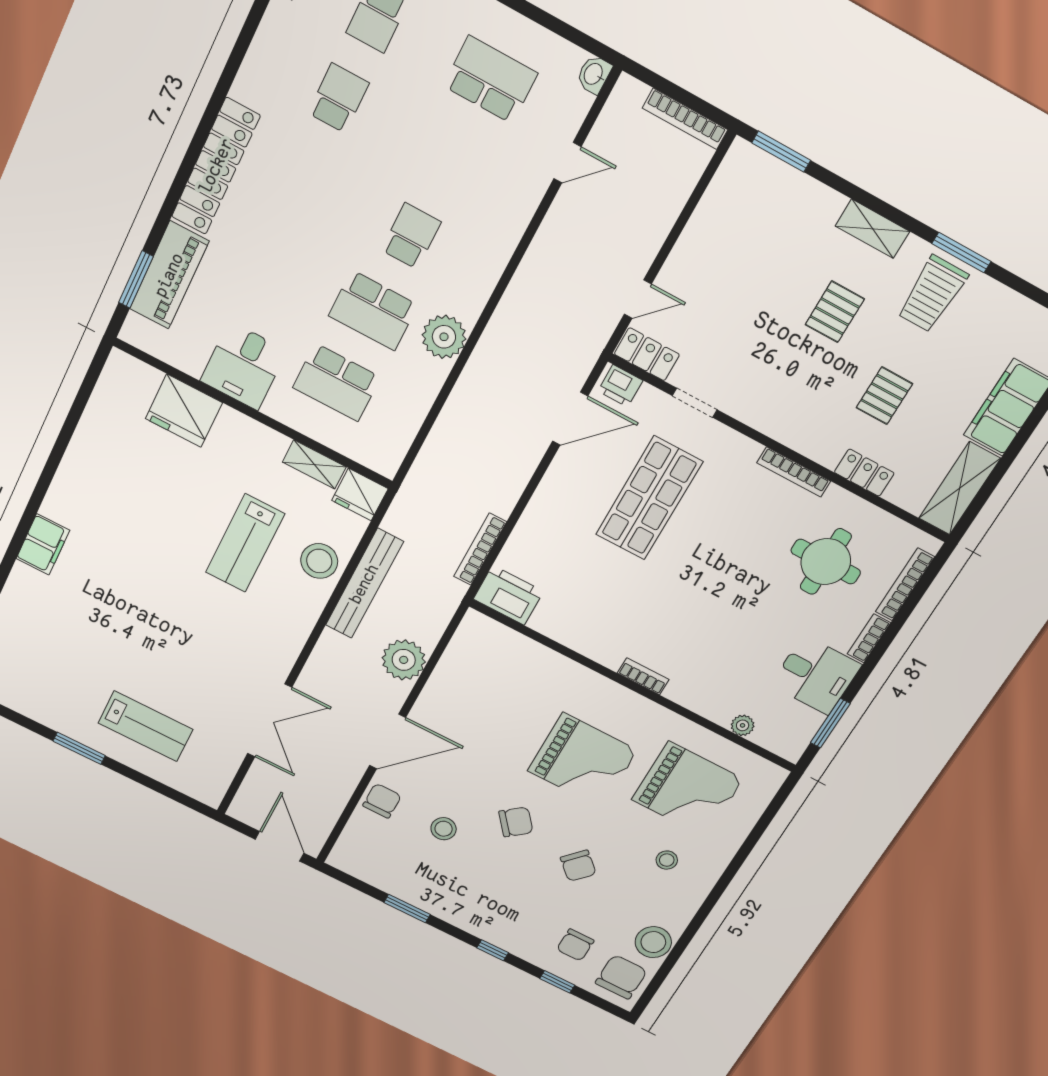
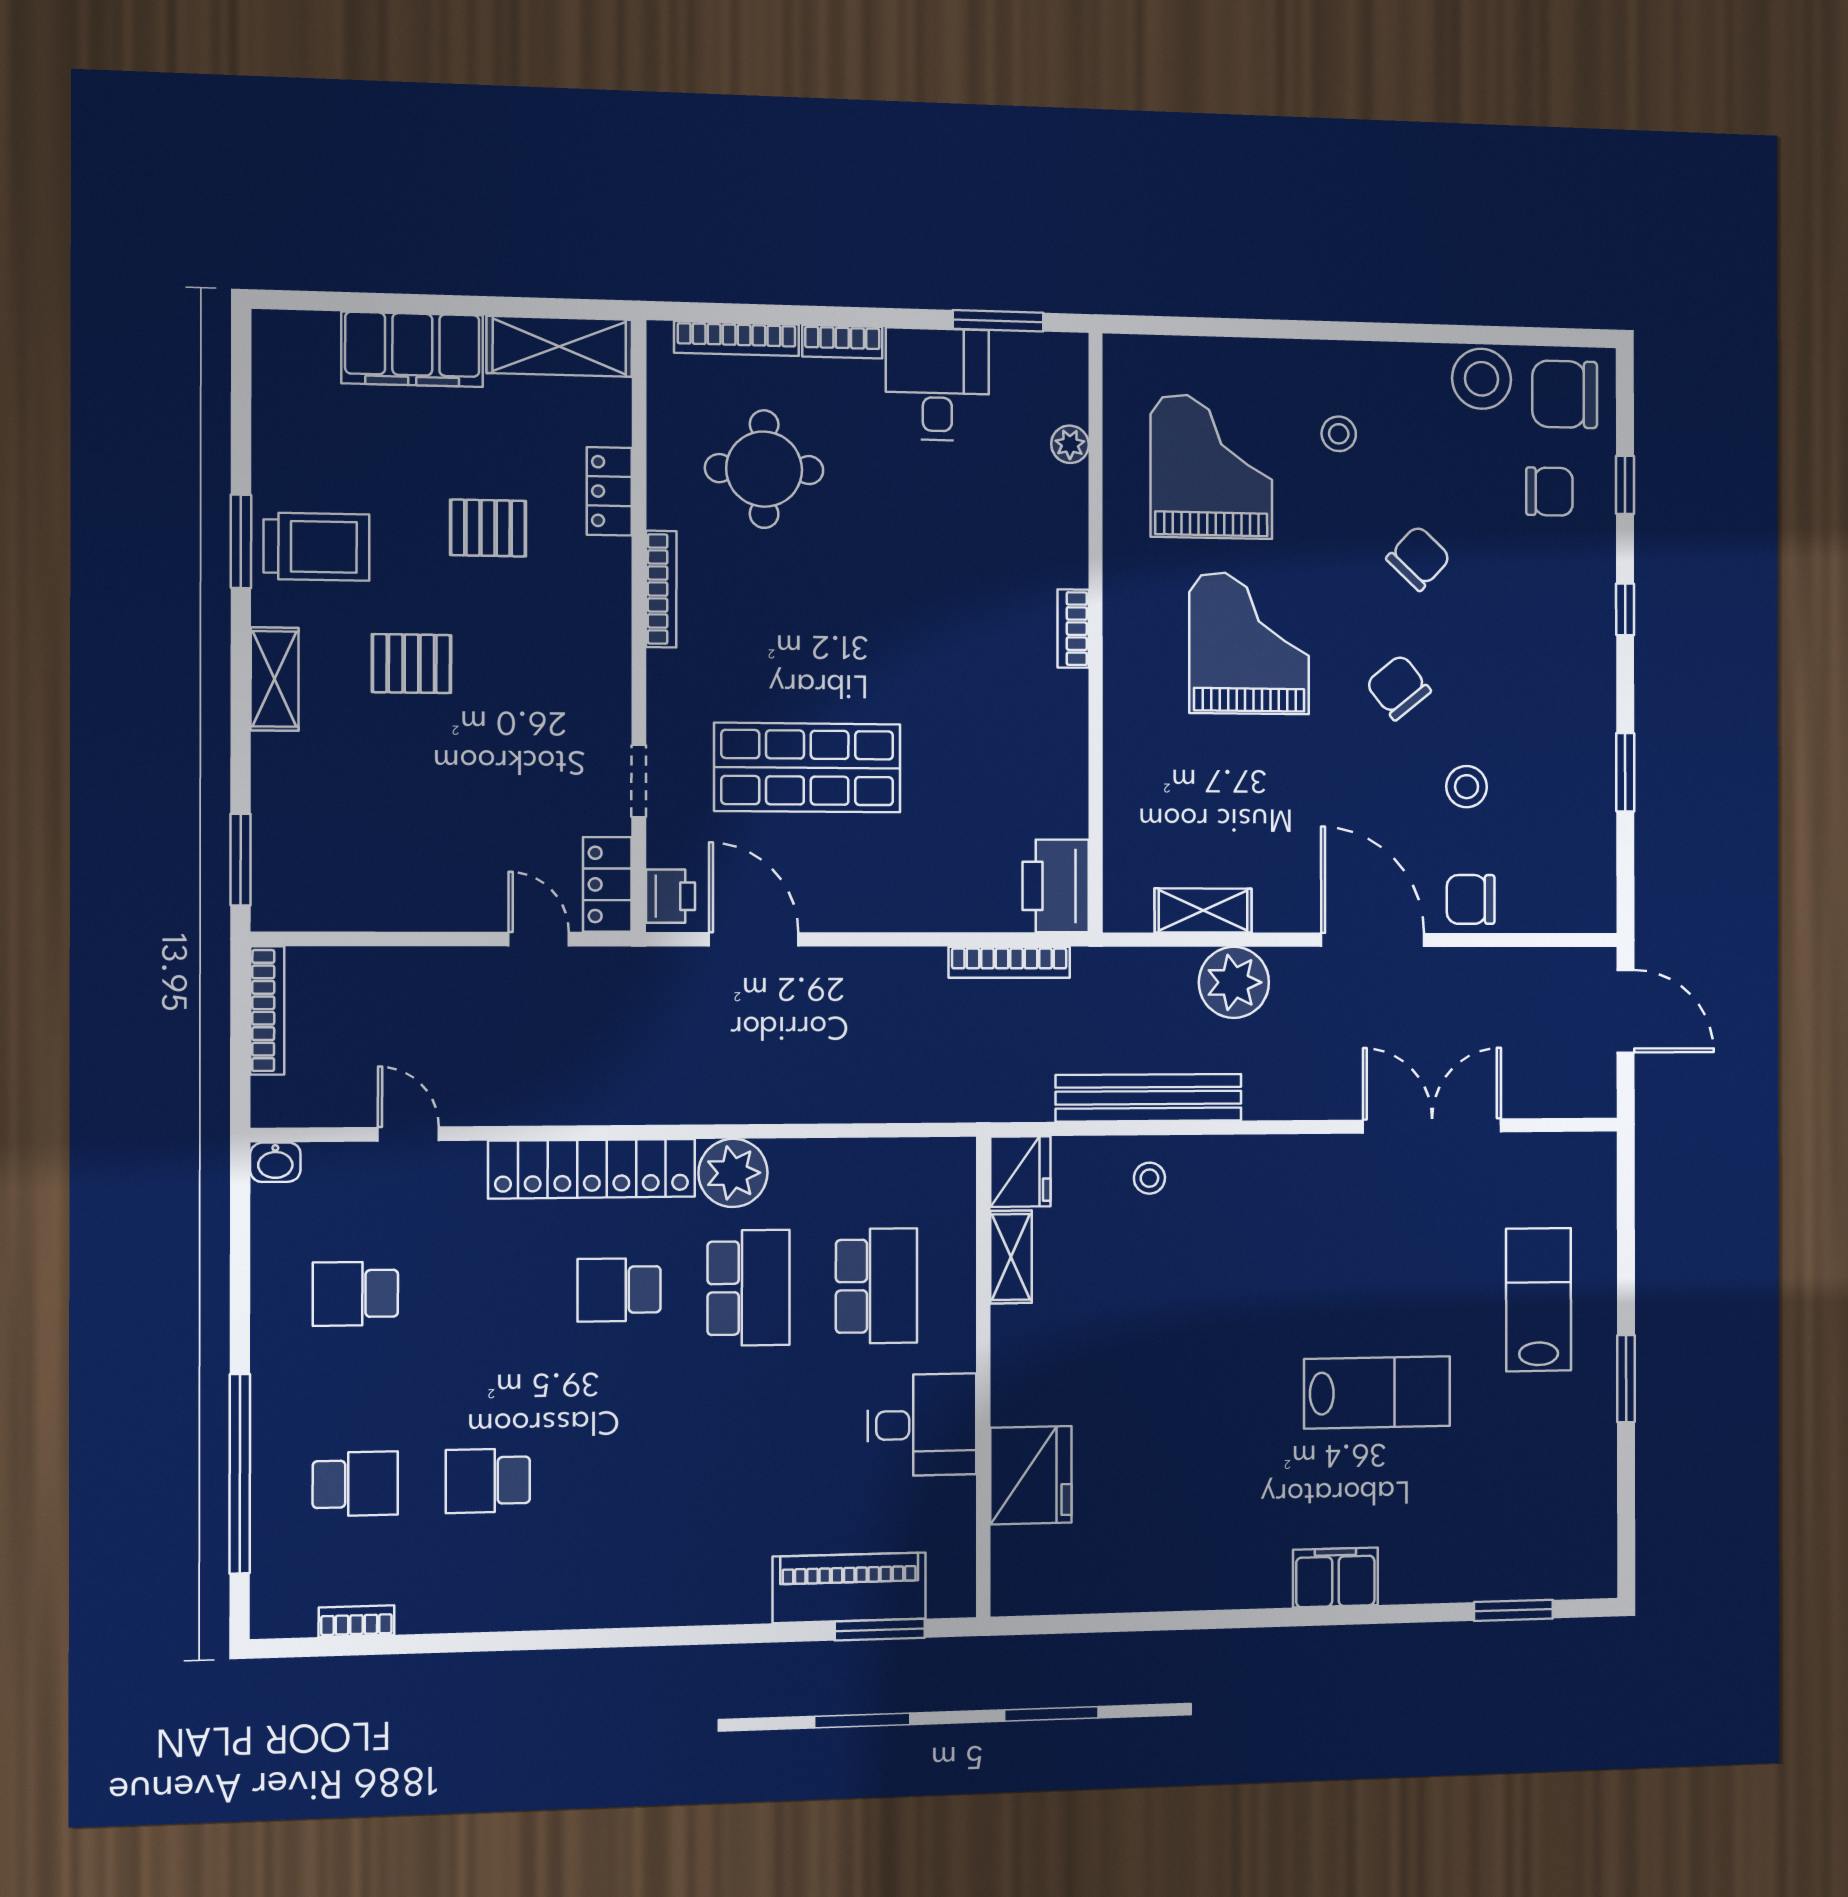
school desk: (491, 80) -> (355, 1294), width x0.54
locker: (216, 166) -> (592, 1169), moved, turned 180
lab bench: (245, 543) -> (1377, 1392), moved
stool: (319, 561) -> (1149, 1178), width x0.53, depth x0.53
shelving: (452, 664) -> (1203, 910), added
door: (280, 846) -> (1626, 1011), swing flipped

